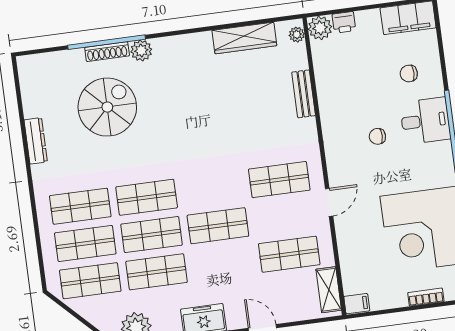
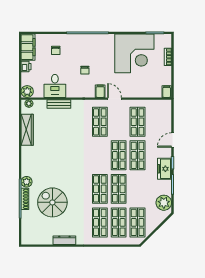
printer: (344, 22) -> (26, 67), moved
desk: (425, 121) -> (55, 86), moved, turned 180
filing cabinet: (340, 172) -> (100, 91), added
shop shelf: (157, 272) -> (138, 155), moved
shelving: (329, 290) -> (158, 105), removed

